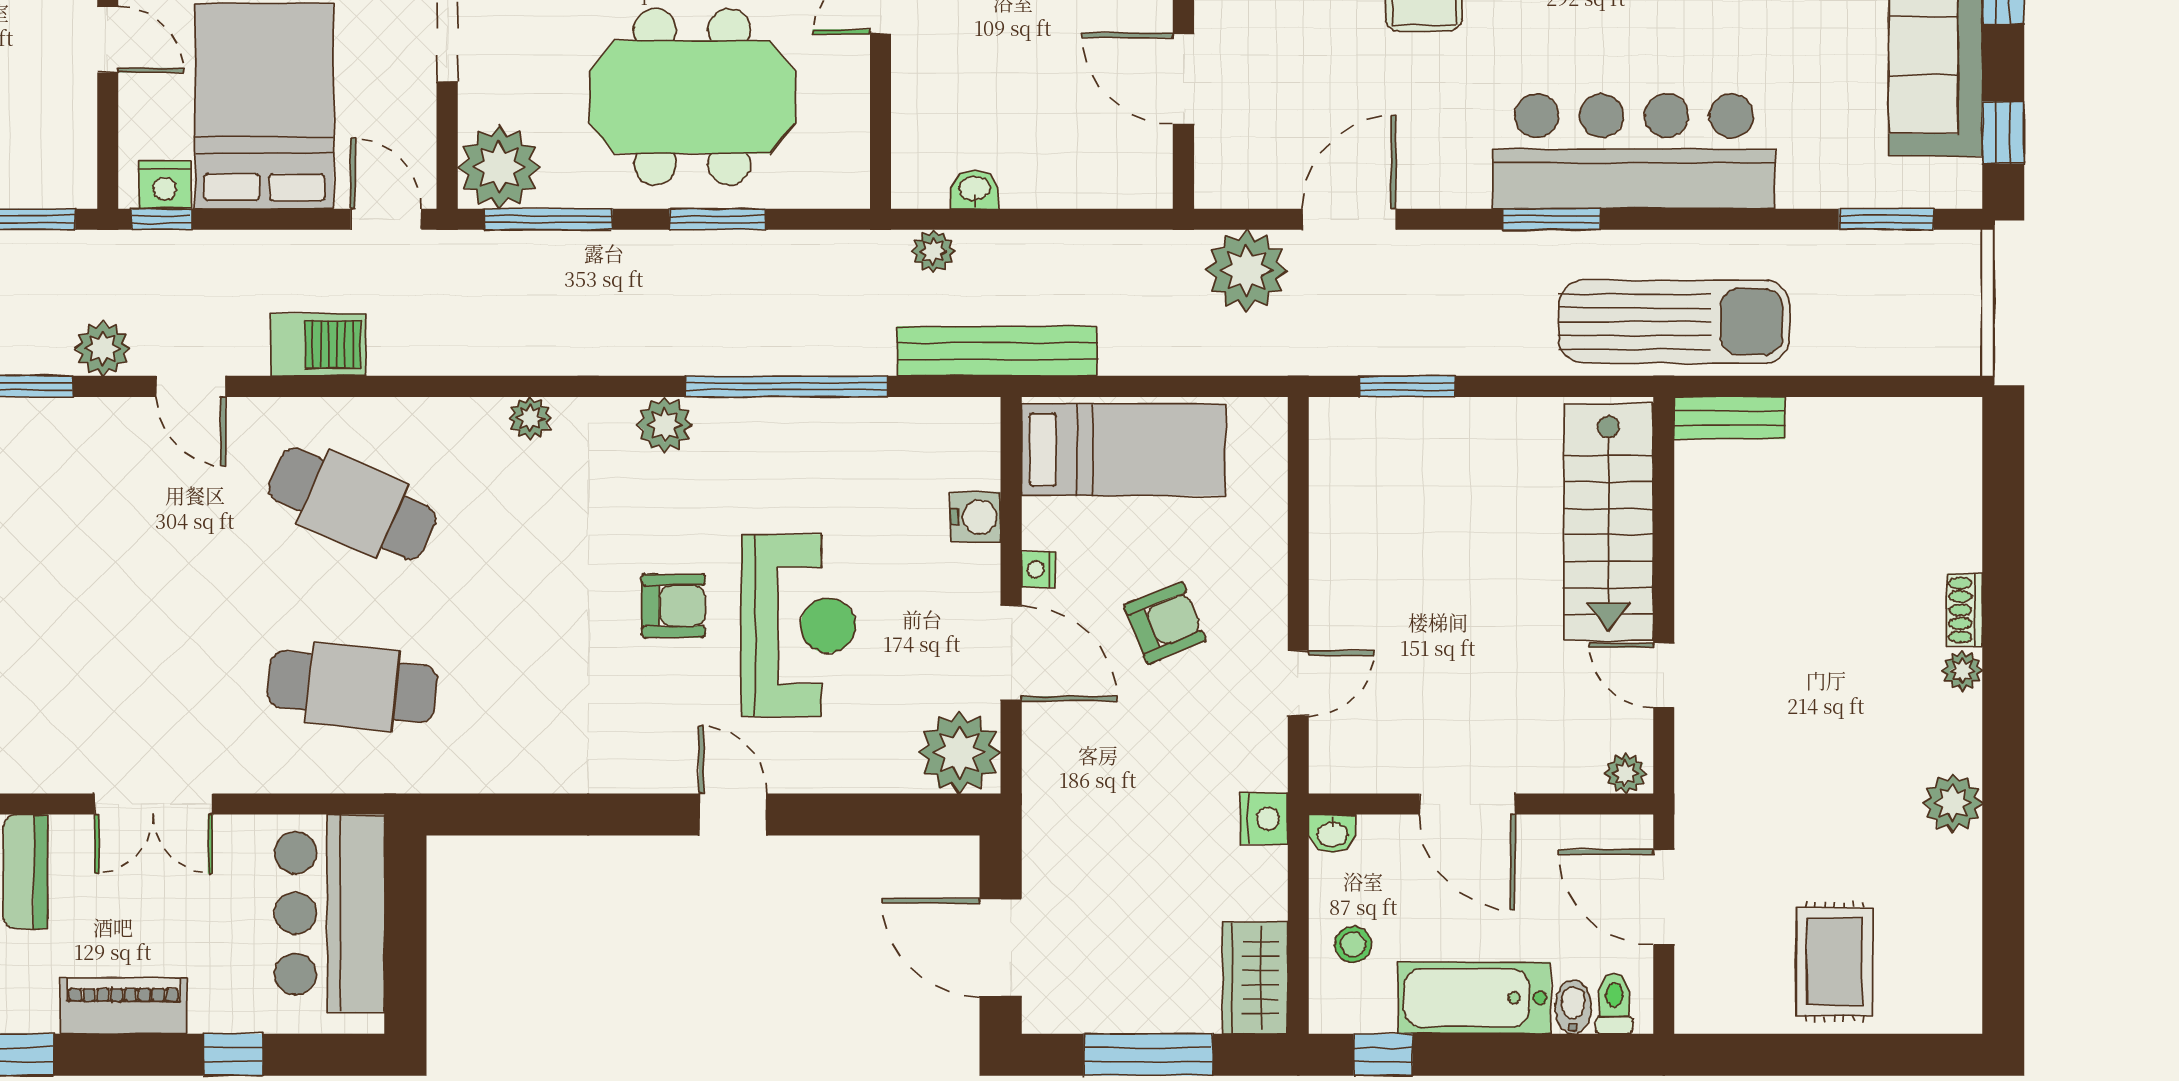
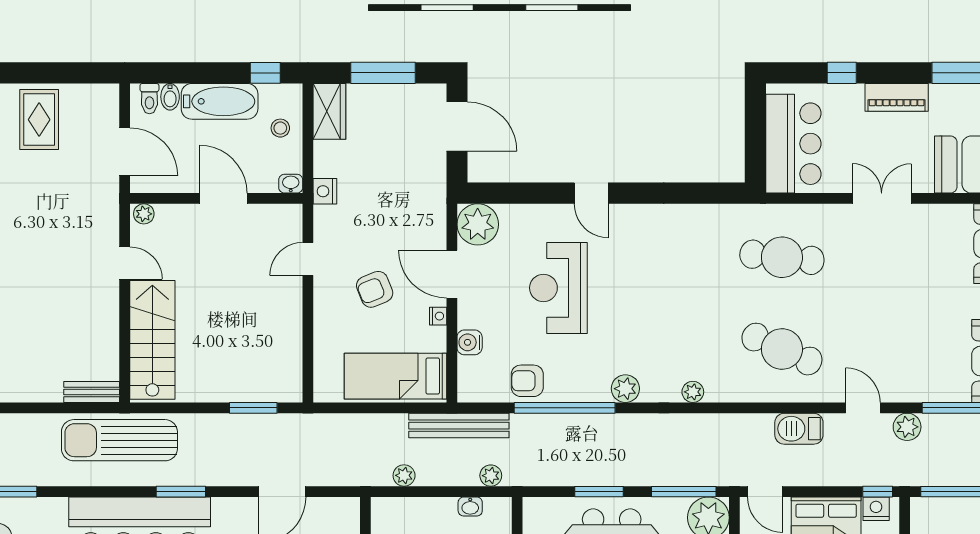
plant: (1246, 270) -> (404, 475), moved, width x0.53, depth x0.53
armchair: (674, 606) -> (527, 381), moved

